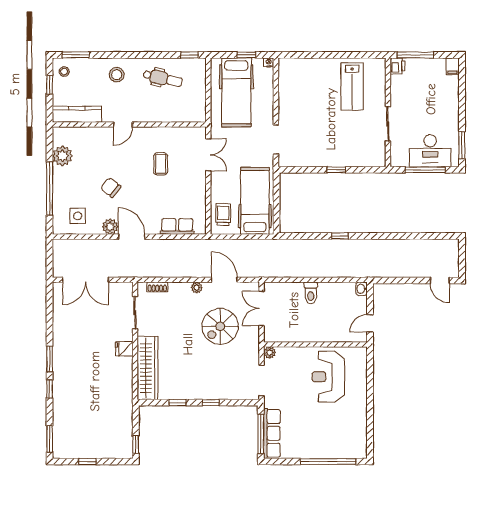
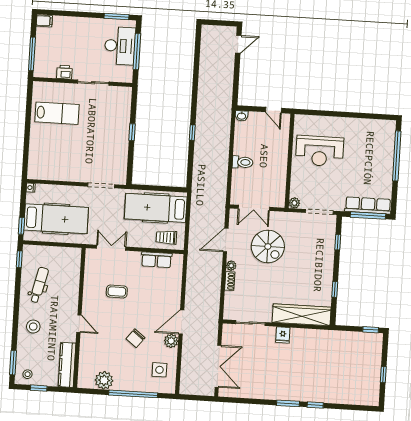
window: (246, 55) -> (21, 226), moved
printer: (397, 66) -> (64, 72), moved
row of seats: (177, 227) -> (156, 260), moved, turned -90
shoe rack: (157, 287) -> (230, 281), moved
window: (211, 403) -> (338, 242), moved
window: (50, 439) -> (361, 408), removed

